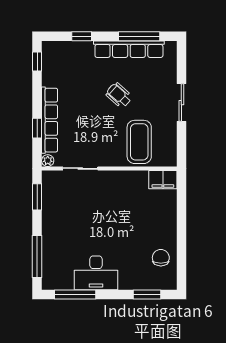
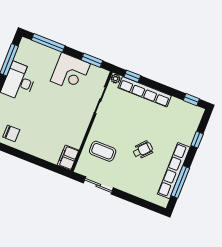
sliding door: (181, 103) -> (98, 185), moved
window: (37, 128) -> (132, 76), moved
coffee table: (139, 142) -> (103, 151), width x0.73, depth x0.76
corner desk: (61, 217) -> (70, 72), added

